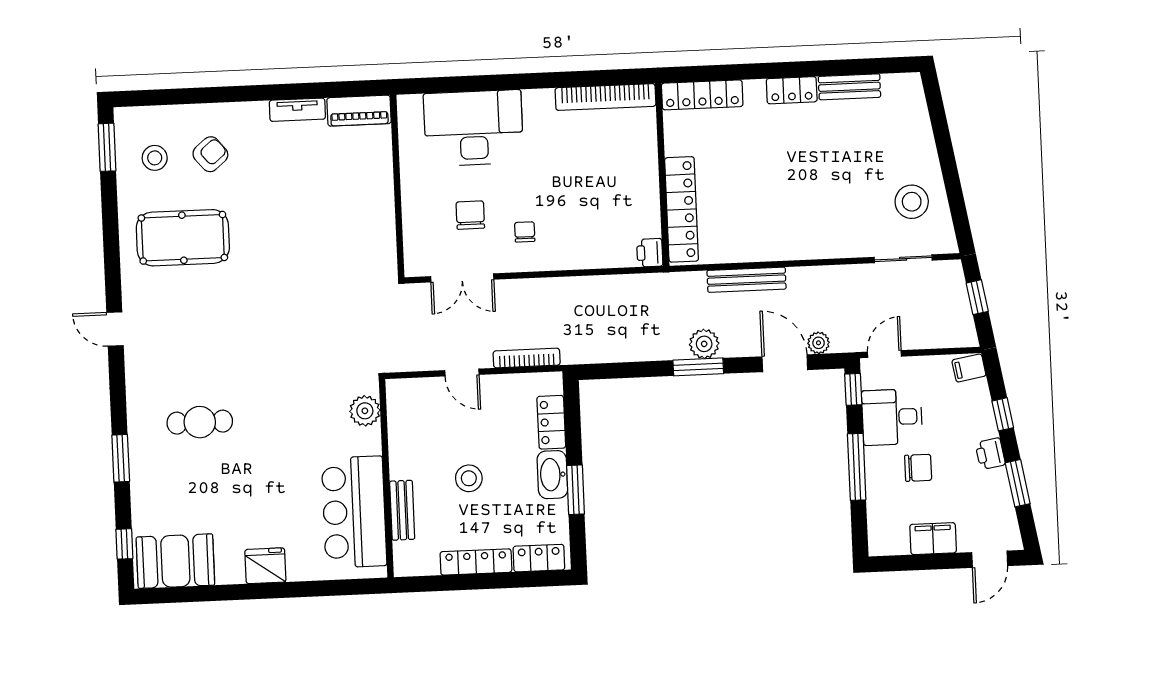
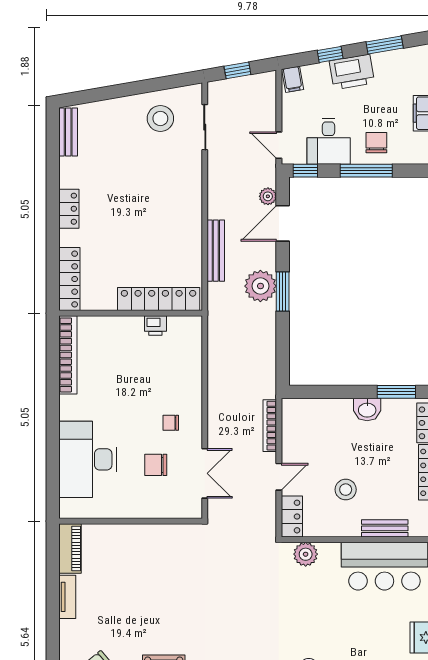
bench: (849, 87) -> (68, 132), moved
printer: (650, 253) -> (155, 326), moved
plant: (704, 344) -> (260, 286), width x1.36, depth x1.36
locker: (551, 422) -> (292, 517), moved, turned -90
printer: (990, 454) -> (352, 72), width x1.87, depth x1.48
chair: (918, 468) -> (376, 143), moved
washbasin: (552, 475) -> (367, 409), width x0.72
stool: (469, 478) -> (346, 490), moved
window: (575, 490) -> (396, 392), moved

